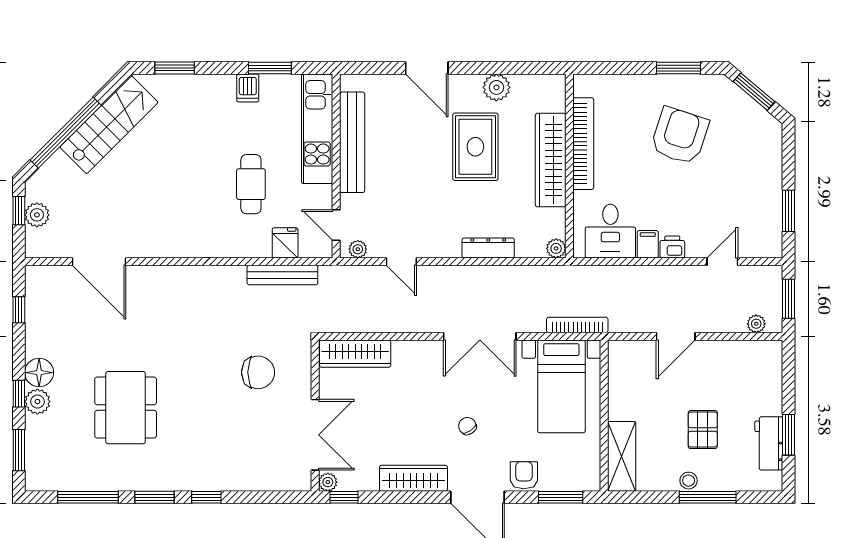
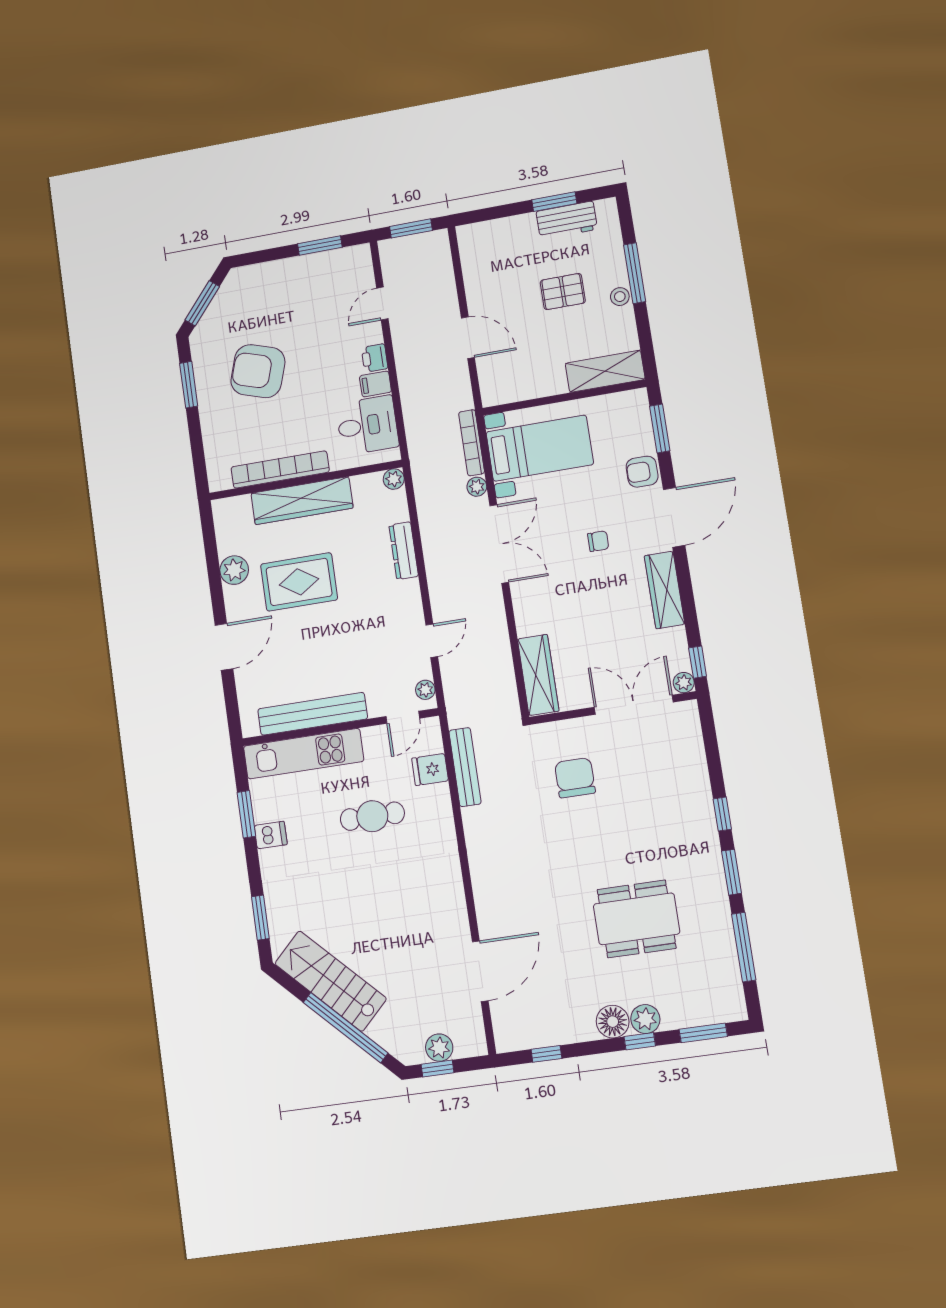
door: (722, 262) -> (382, 303), hinge flipped
plant: (756, 324) -> (477, 487), moved
chair: (467, 426) -> (598, 541), turned -147

